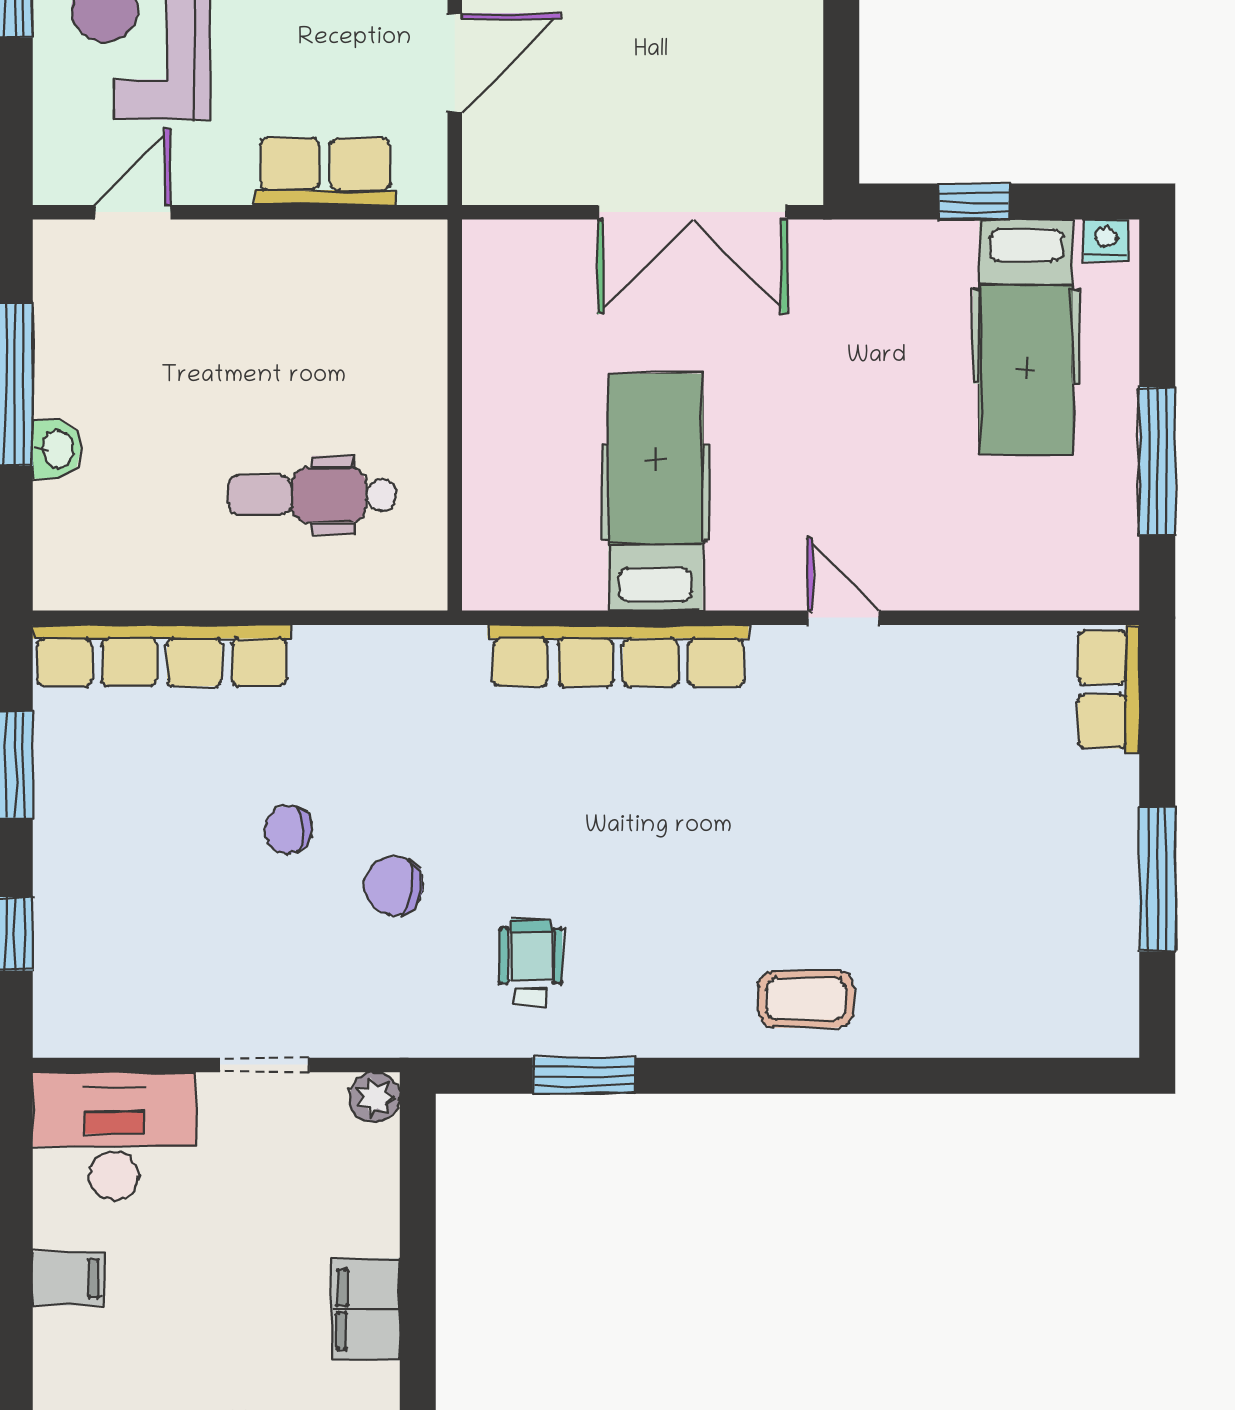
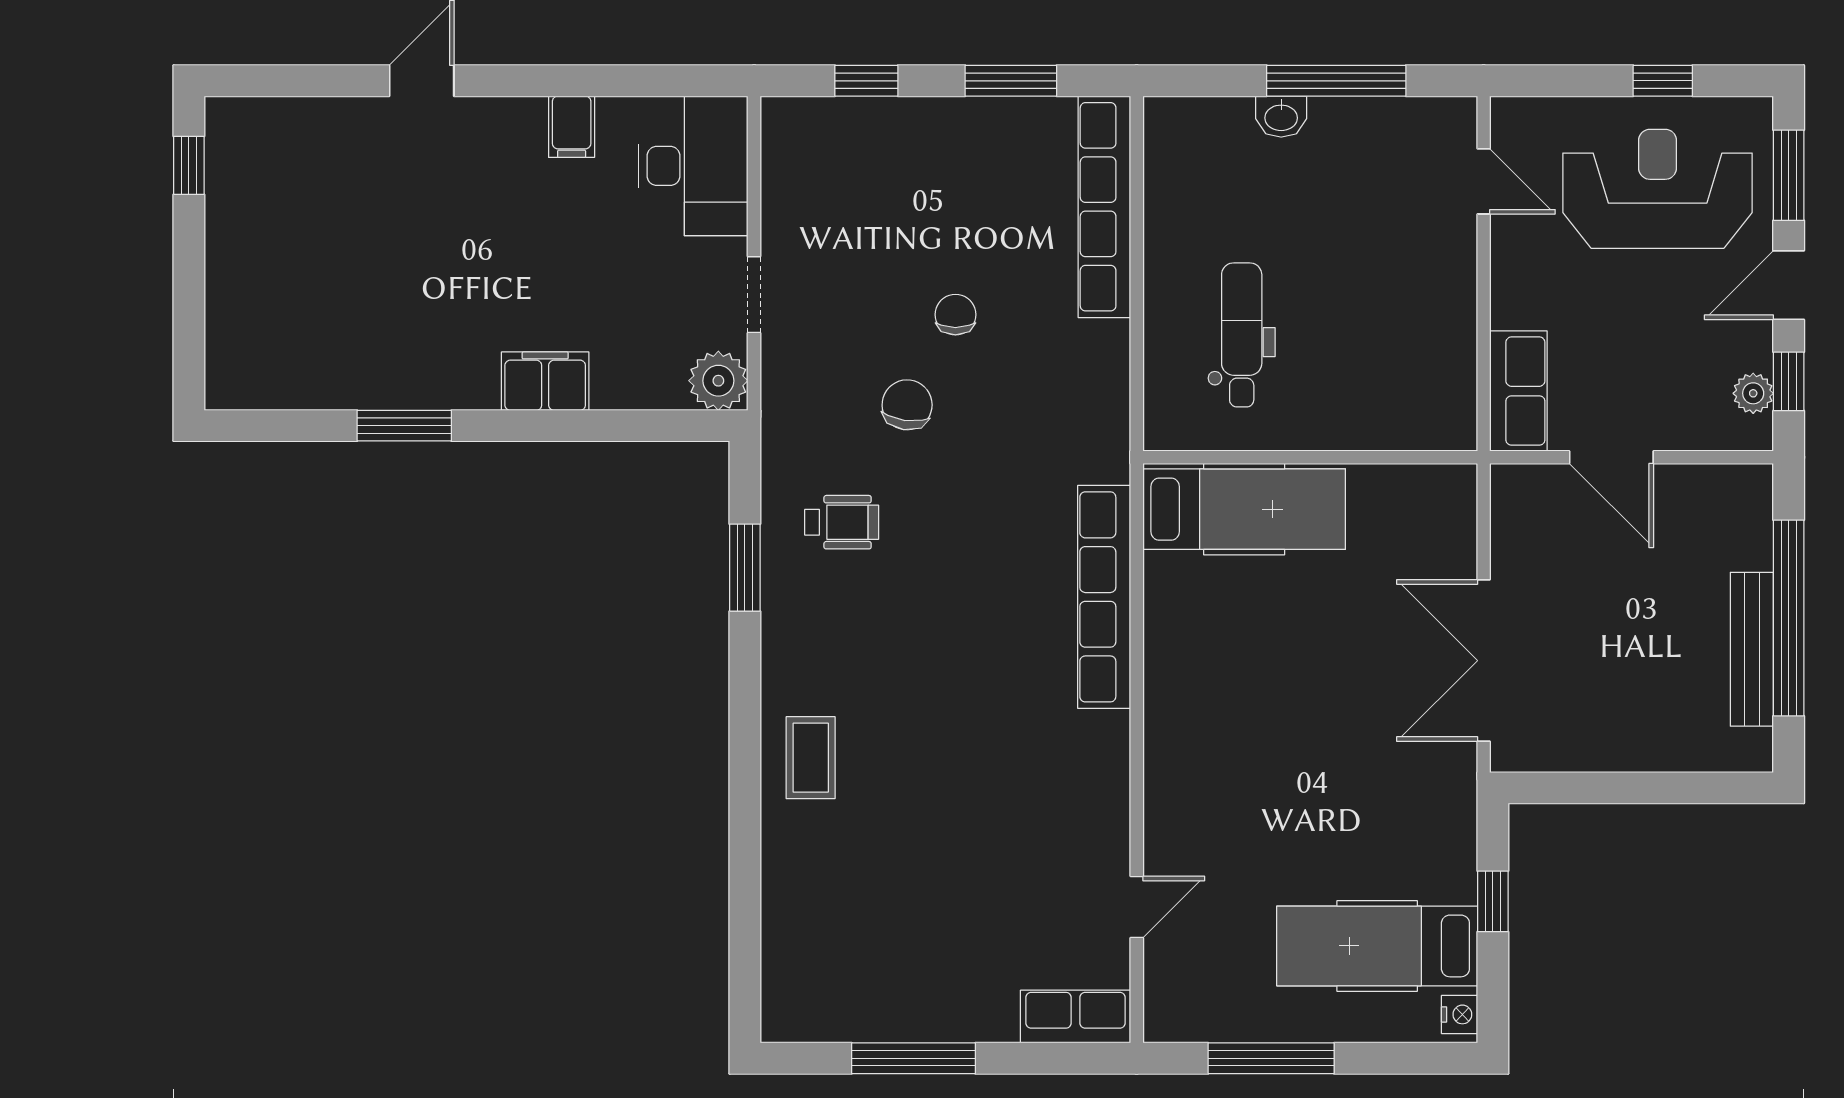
row of seats: (325, 171) -> (1518, 391), moved
hospital bed: (655, 492) -> (1244, 509), moved
door: (843, 618) -> (1137, 907), moved
plant: (375, 1097) -> (718, 381), width x1.38, depth x1.38

